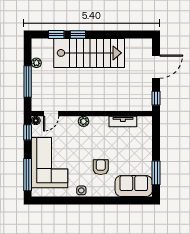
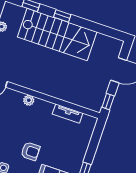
window: (78, 35) -> (62, 16), moved
armchair: (101, 167) -> (30, 151), turned 90

